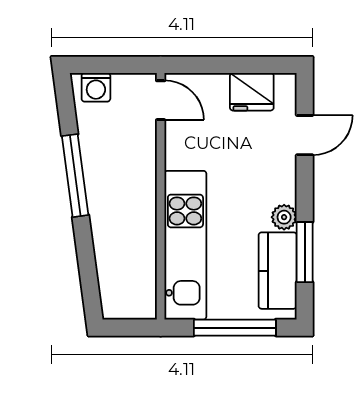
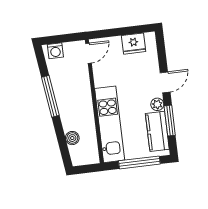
door: (161, 100) -> (89, 53), hinge flipped
door: (305, 135) -> (165, 82), moved
boiler: (108, 263) -> (72, 138), added

